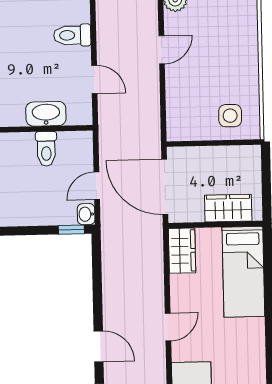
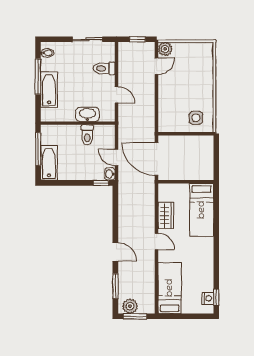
door: (162, 50) -> (156, 66), moved
door: (97, 186) -> (116, 157), hinge flipped
wardrobe: (228, 208) -> (194, 172), removed
wardrobe: (182, 251) -> (166, 215), moved
door: (168, 327) -> (156, 241), hinge flipped

